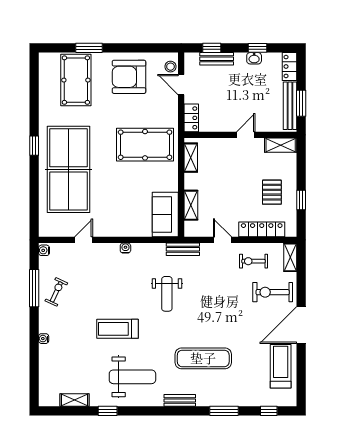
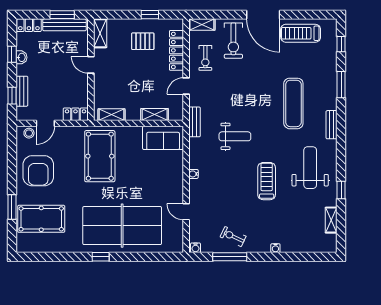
treadmill: (118, 329) -> (267, 181), turned 180

